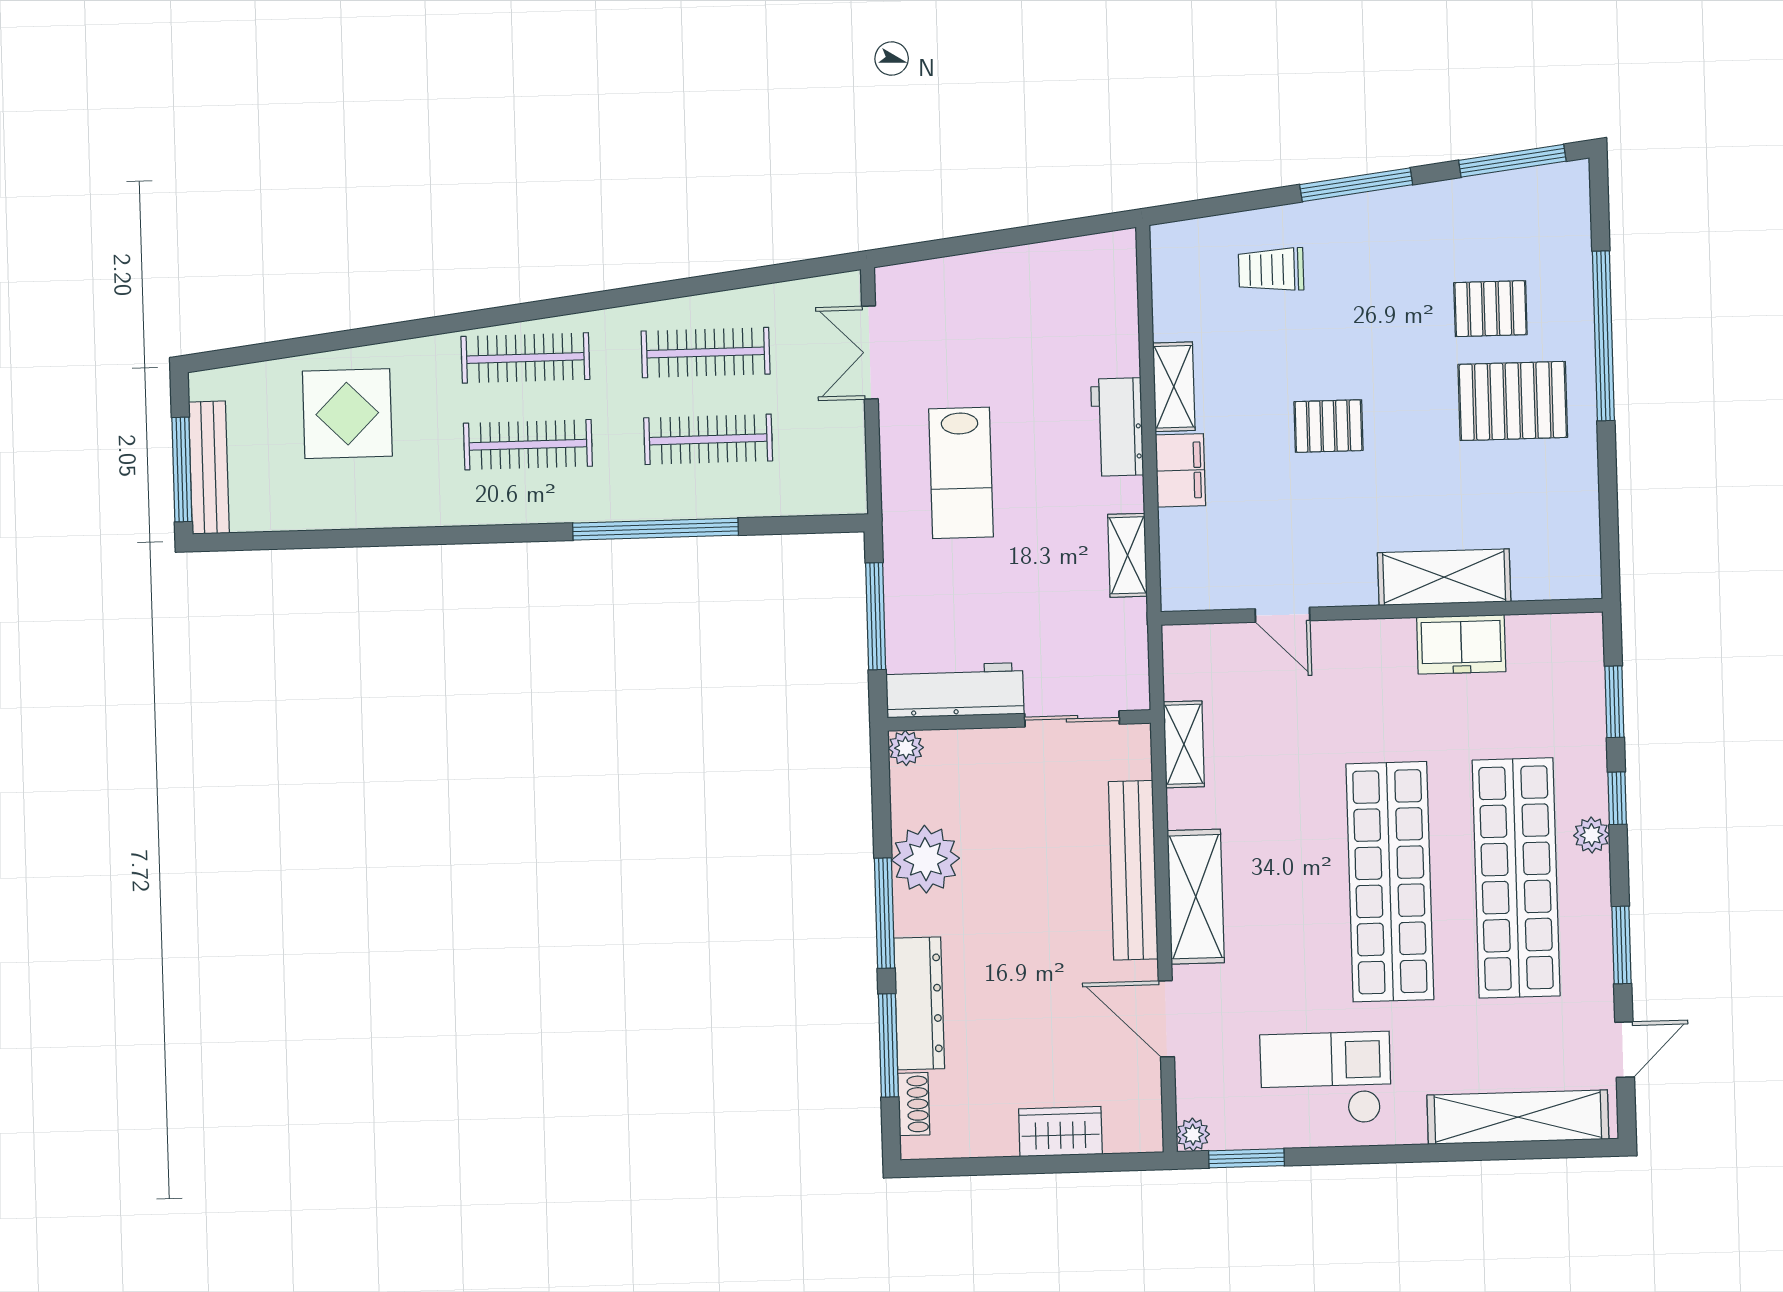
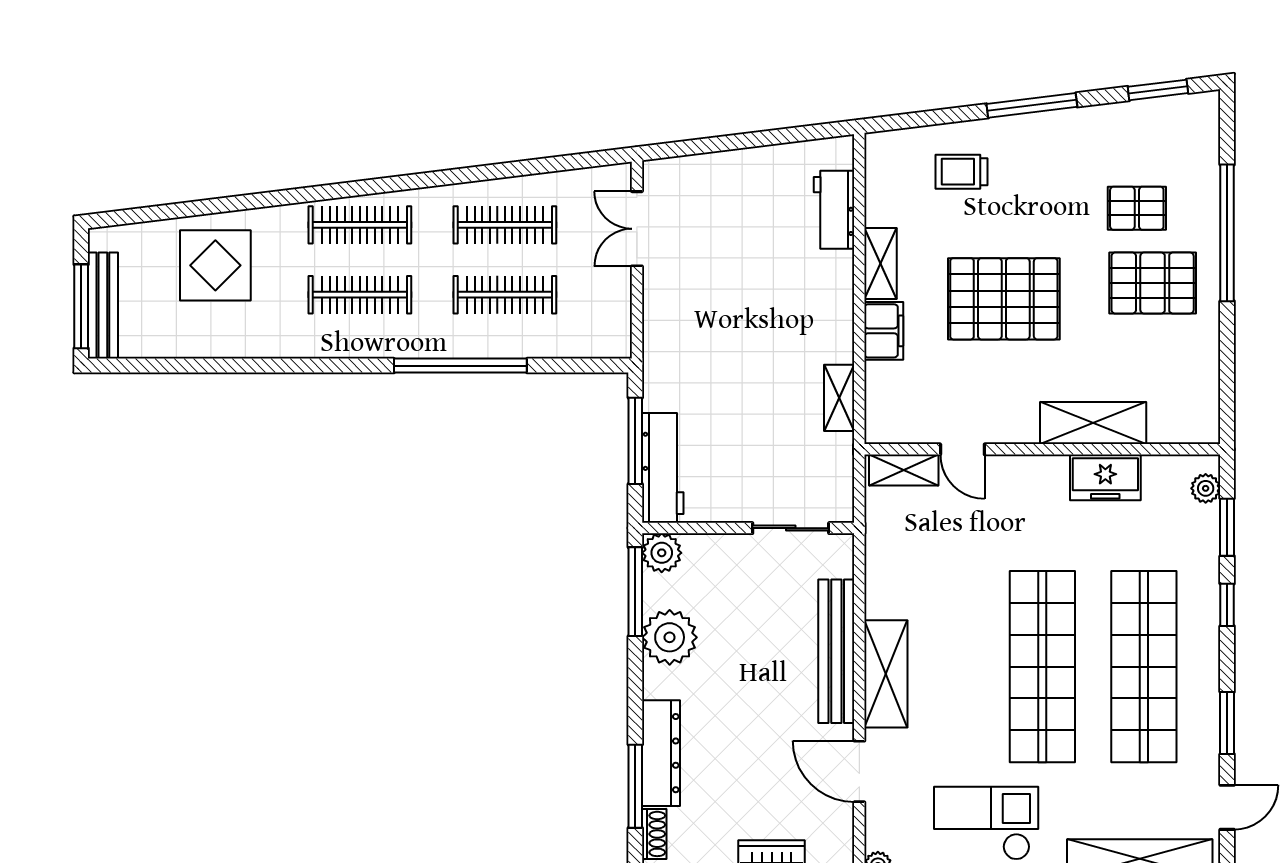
window: (1512, 161) -> (1158, 90), width x0.69
pallet: (1328, 426) -> (1004, 299), width x2.05, depth x2.00
workbench: (1117, 427) -> (834, 210), moved
lab bench: (961, 473) -> (707, 328), removed
workbench: (955, 690) -> (663, 468), moved, turned 90
shelving: (1184, 744) -> (904, 470), moved, turned 90
plant: (906, 748) -> (662, 553), width x1.38, depth x1.38
plant: (1592, 835) -> (1206, 488), moved
window: (884, 913) -> (635, 592), moved

